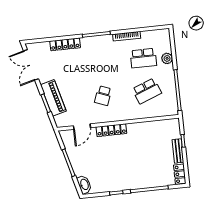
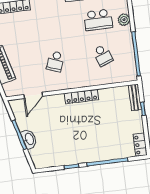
school desk: (147, 91) -> (103, 55), width x0.54
locker: (111, 130) -> (82, 96), moved
bench: (178, 151) -> (135, 97), moved
washbasin: (84, 184) -> (29, 139), moved

